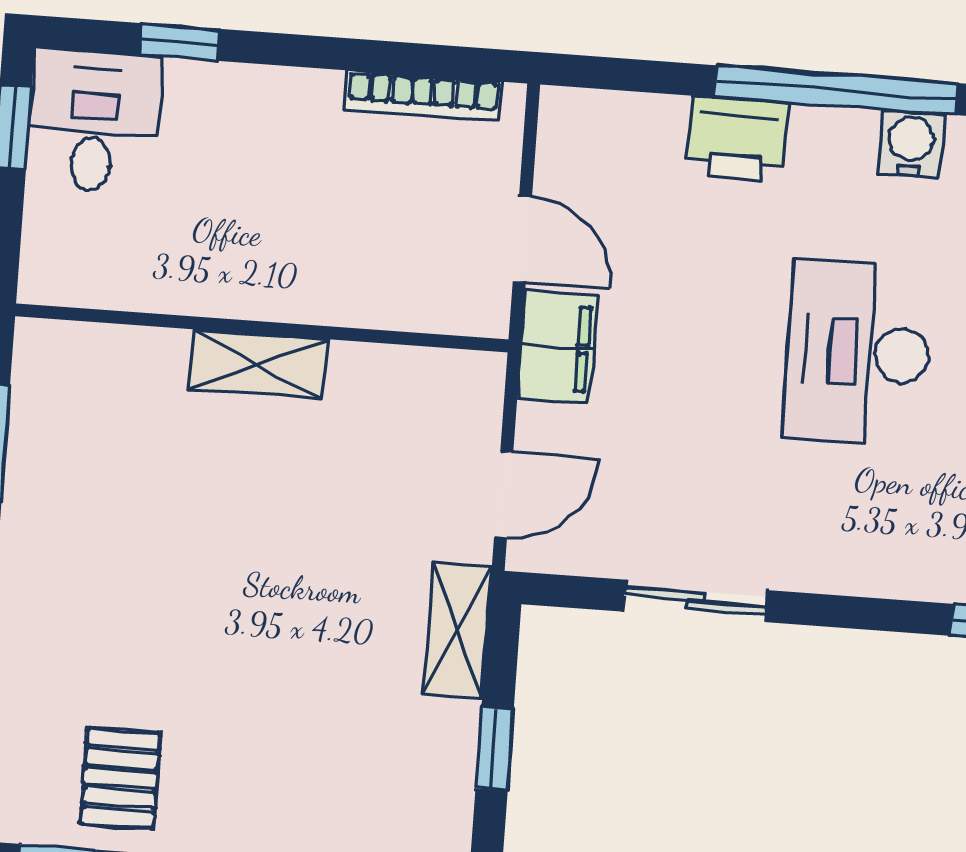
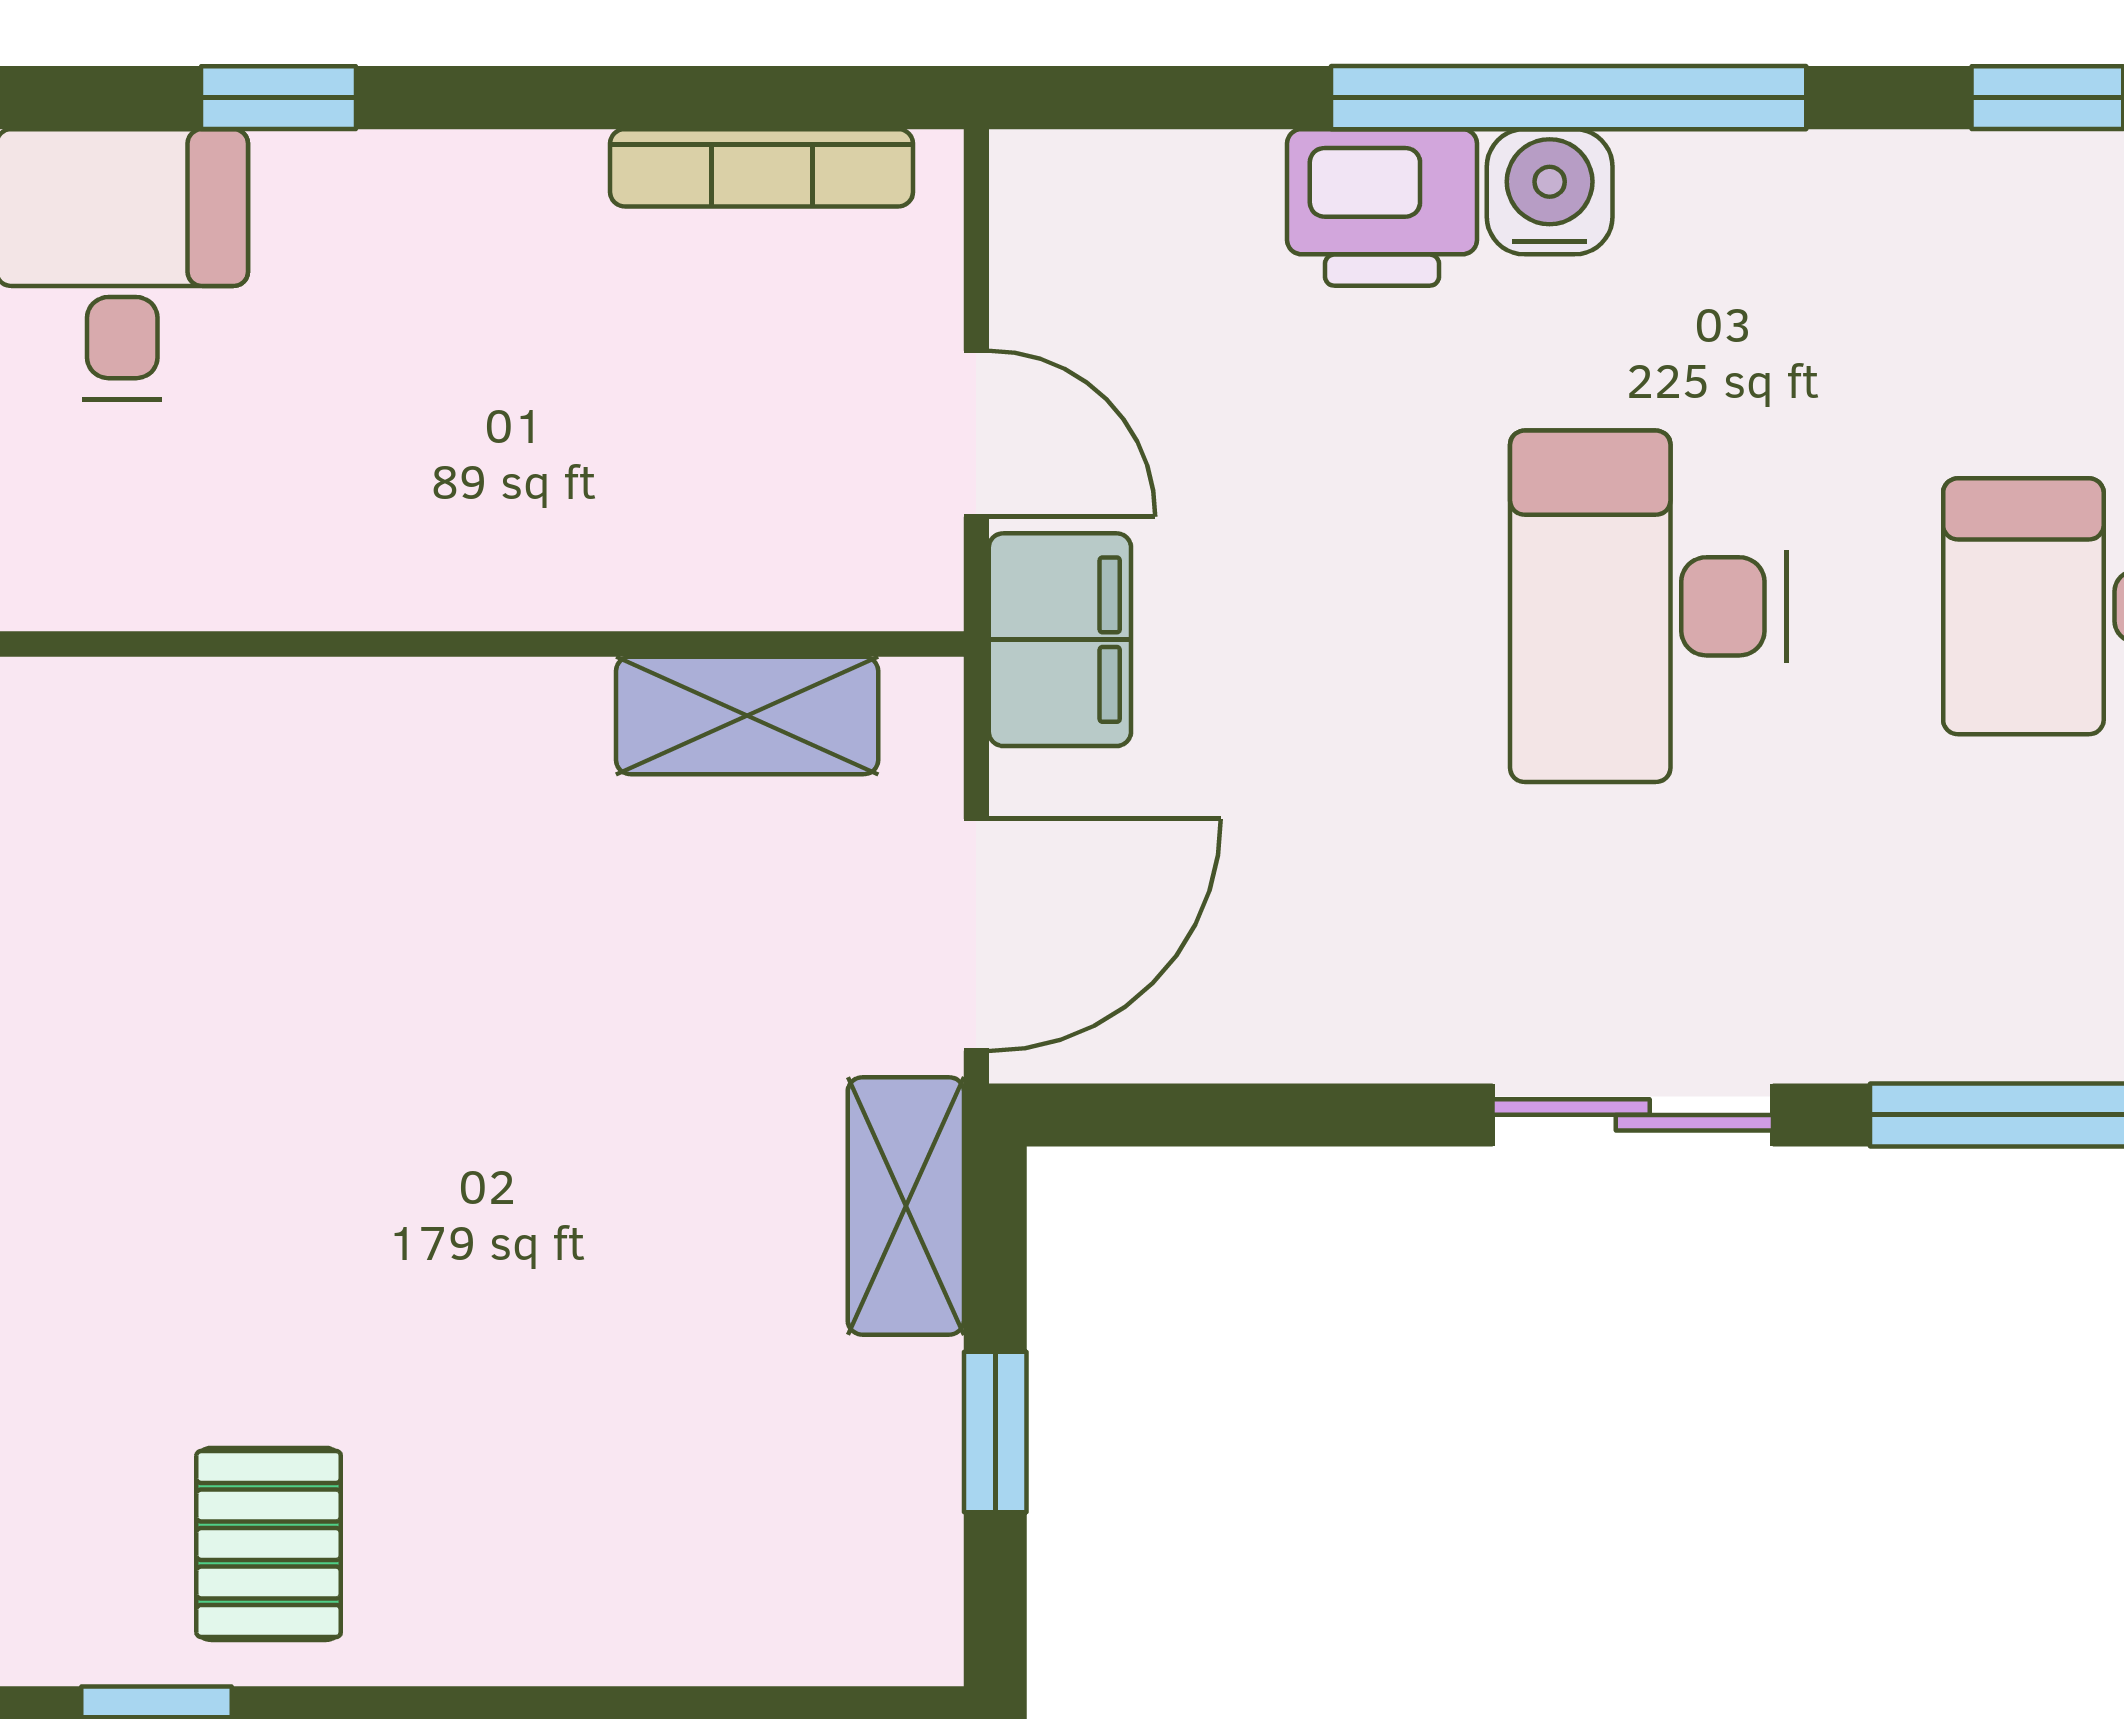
water cooler: (911, 144) -> (1550, 192), moved
shelving: (258, 364) -> (747, 715), moved
door: (504, 495) -> (976, 935), width x1.38
sliding door: (695, 601) -> (1633, 1115), moved

